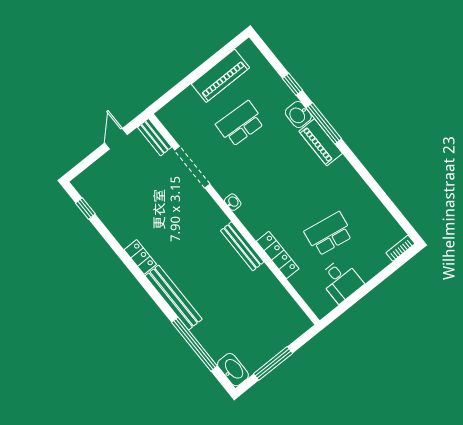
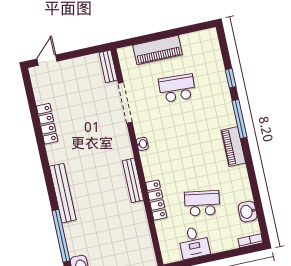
piano: (220, 76) -> (158, 50), moved
washbasin: (298, 114) -> (248, 212), moved
door: (116, 139) -> (47, 60), moved
piano: (321, 142) -> (233, 147), moved
window: (85, 209) -> (30, 94), removed
locker: (140, 257) -> (47, 124), moved, width x1.53

